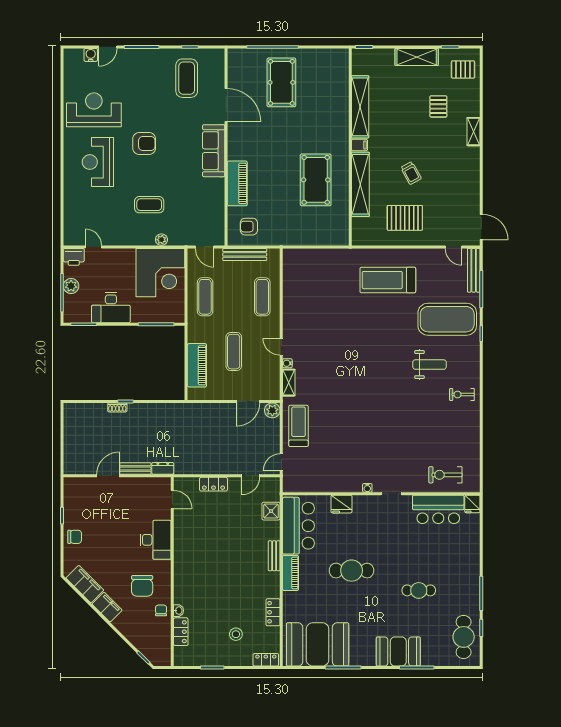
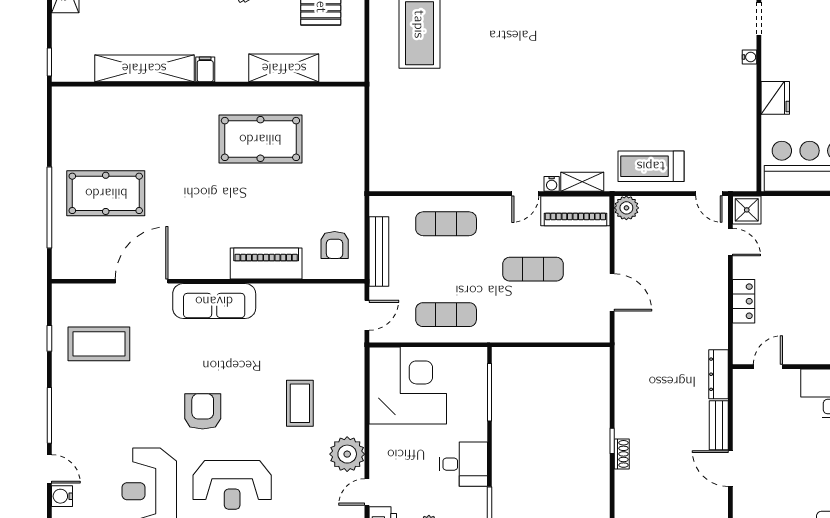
shelving: (360, 184) -> (284, 68), width x0.68
plant: (161, 240) -> (347, 454), moved, width x1.87, depth x1.87
desk: (111, 308) -> (463, 464), width x0.73
piano: (197, 365) -> (575, 211), moved, turned 180
door: (248, 401) -> (612, 292), moved
dresser: (163, 468) -> (719, 374), width x1.44
shower: (271, 511) -> (747, 210), moved

